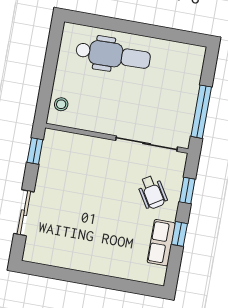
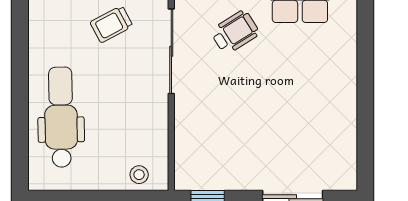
trolley: (174, 104) -> (111, 24), added

